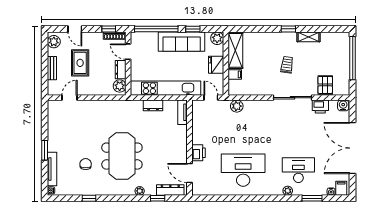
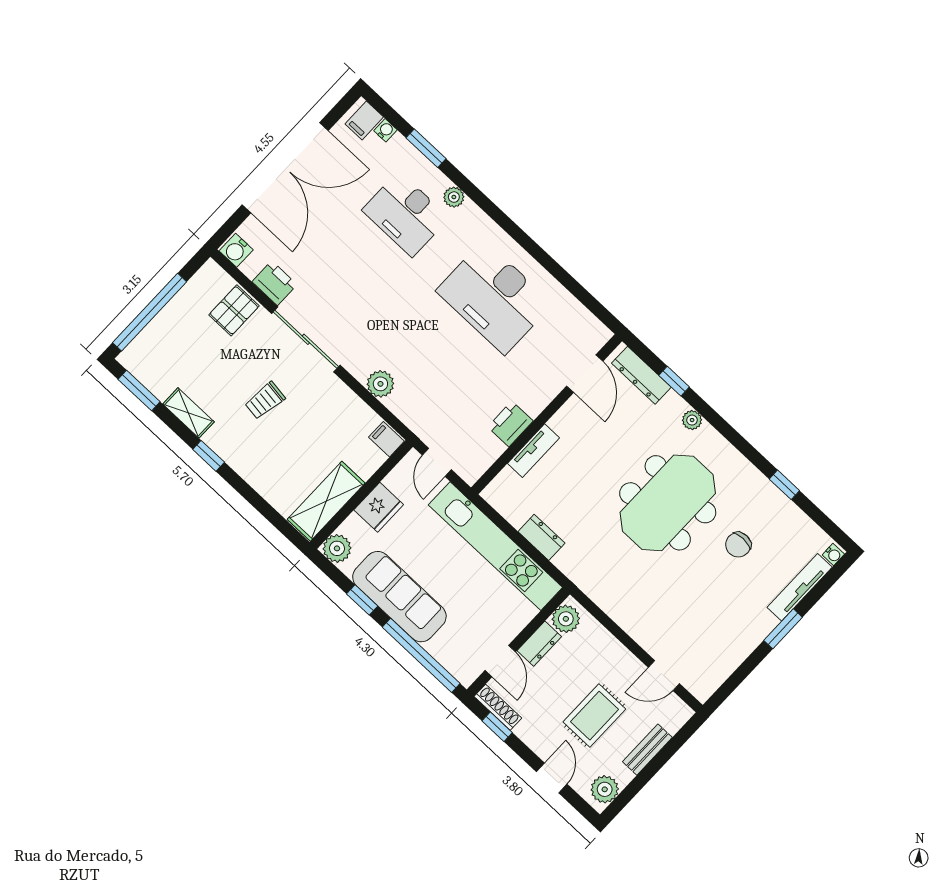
window: (332, 29) -> (139, 391), added
filing cabinet: (235, 74) -> (386, 439), moved
plant: (237, 106) -> (380, 384), moved
tv unit: (183, 112) -> (533, 451), moved
printer: (199, 153) -> (510, 424), moved

